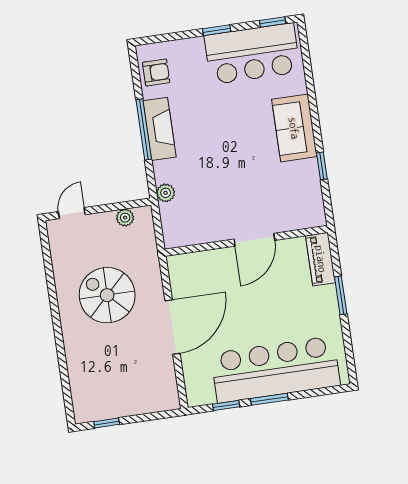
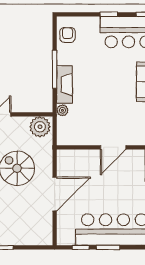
armchair: (156, 73) -> (67, 35), turned -90
fireplace: (160, 129) -> (64, 85), moved
plant: (125, 218) -> (40, 127), width x1.88, depth x1.88

